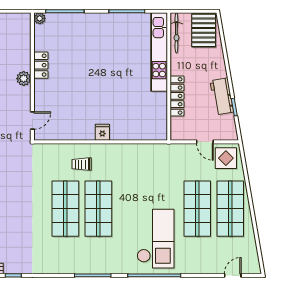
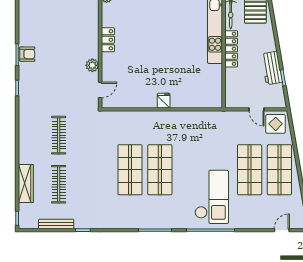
plant: (24, 79) -> (92, 65), moved
locker: (177, 96) -> (231, 49), moved
trolley: (82, 164) -> (145, 129), removed

